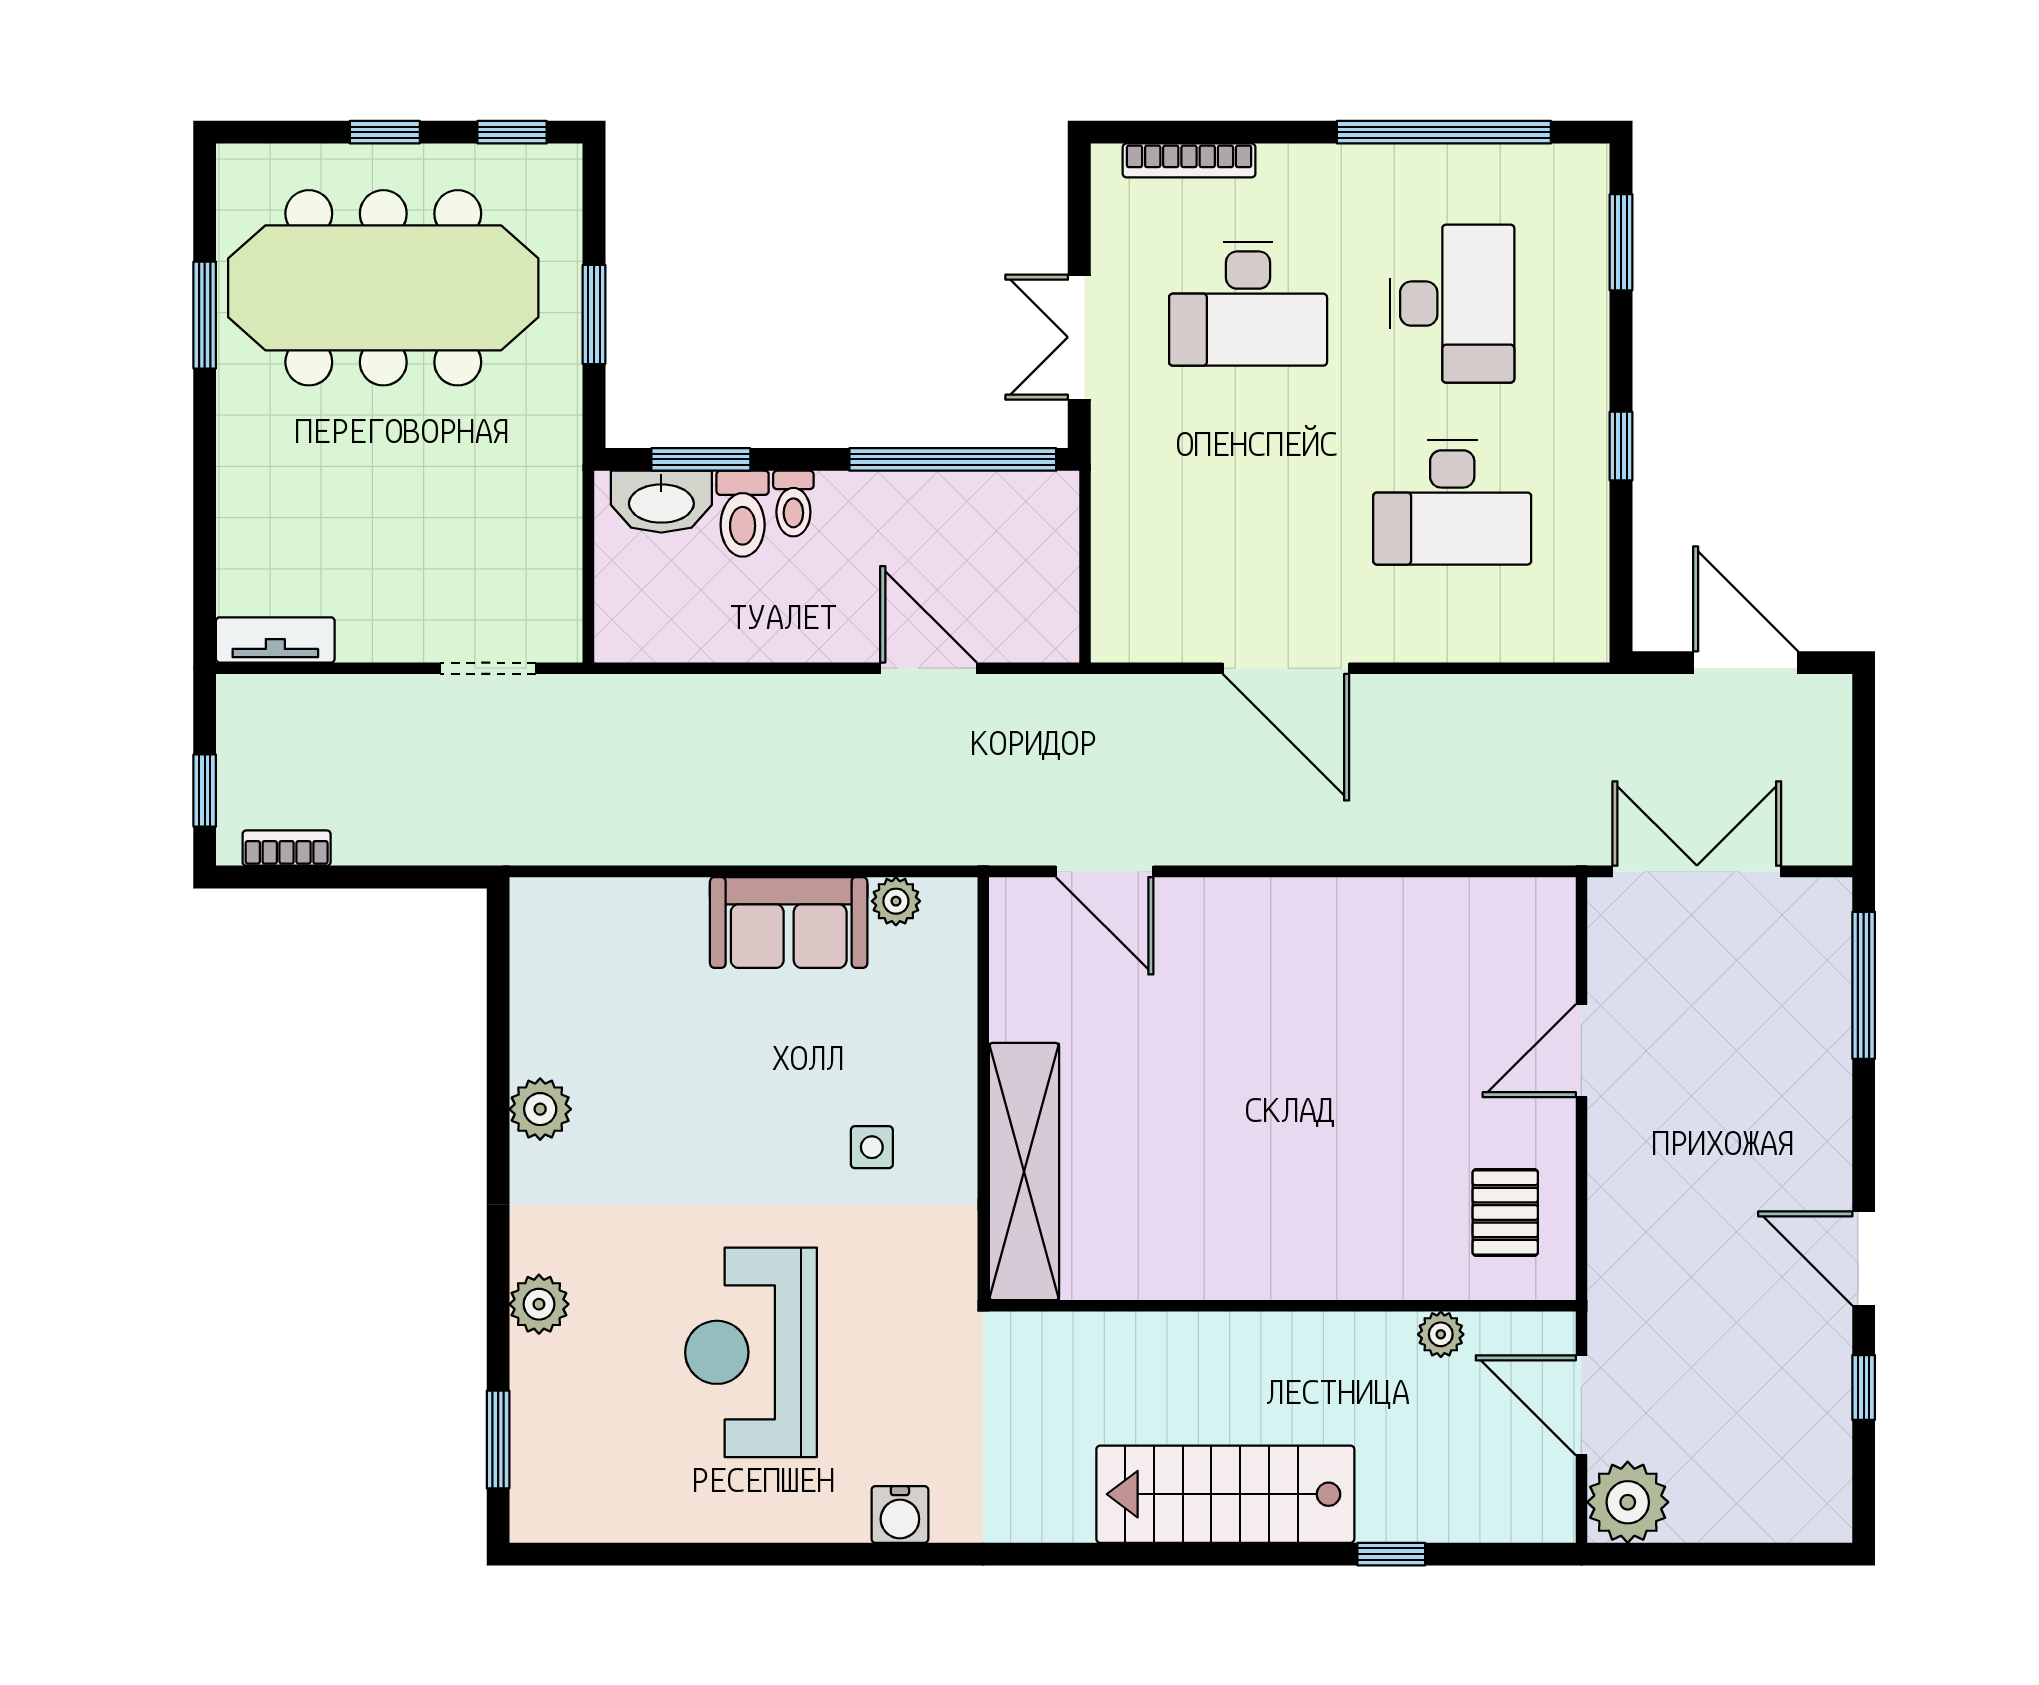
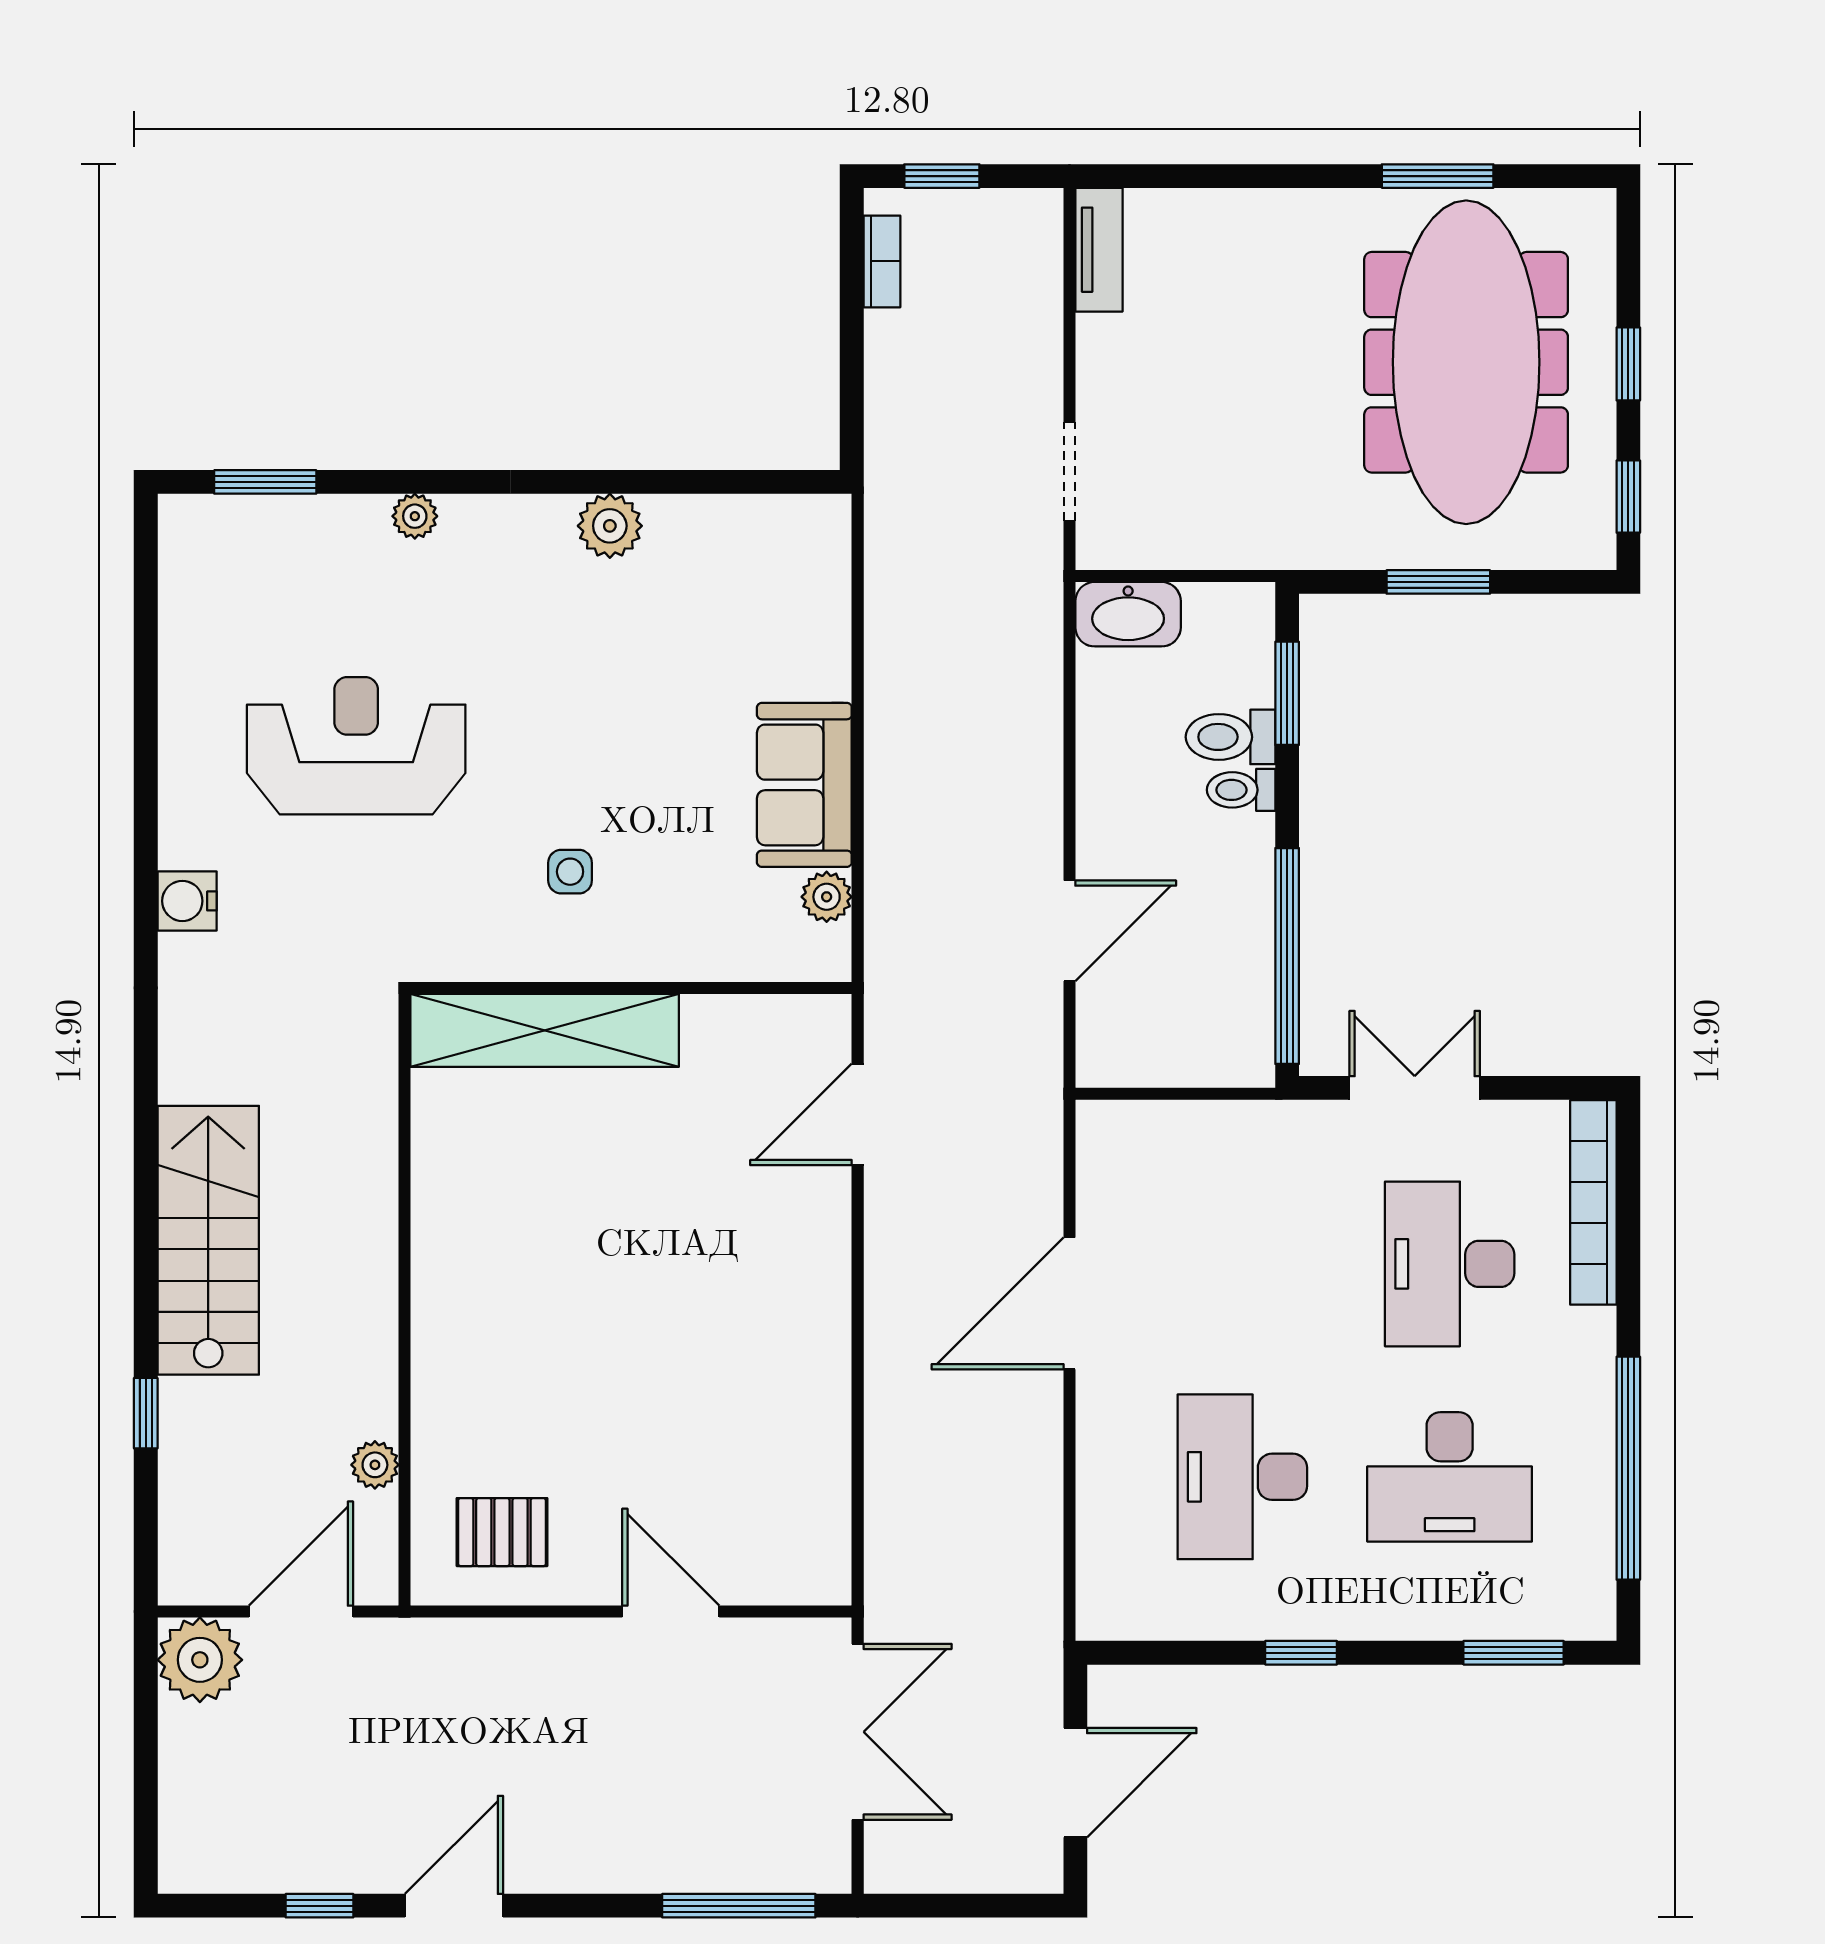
bookcase: (1189, 160) -> (1593, 1202), width x1.48, depth x1.31
washbasin: (661, 502) -> (1128, 614), moved, turned -90
plant: (539, 1304) -> (415, 516), width x0.73, depth x0.73

